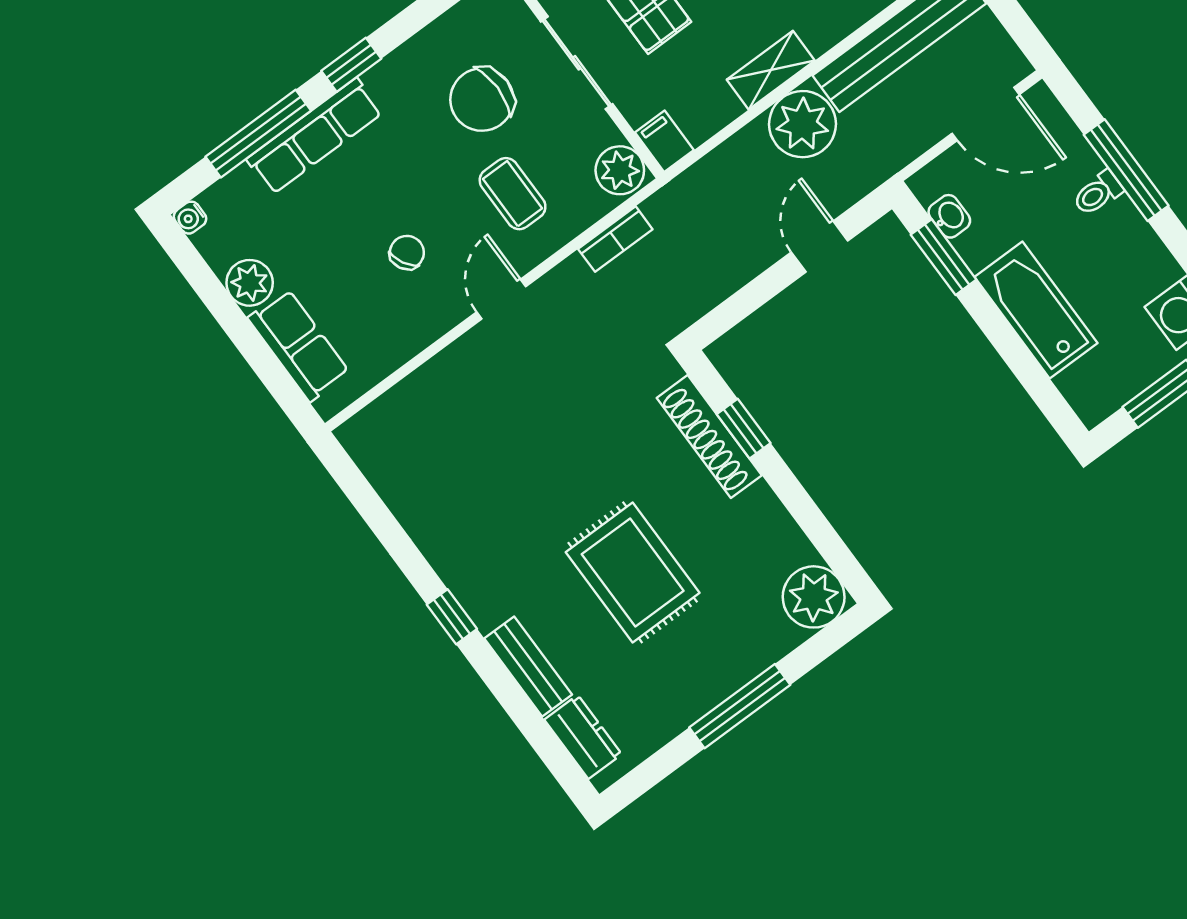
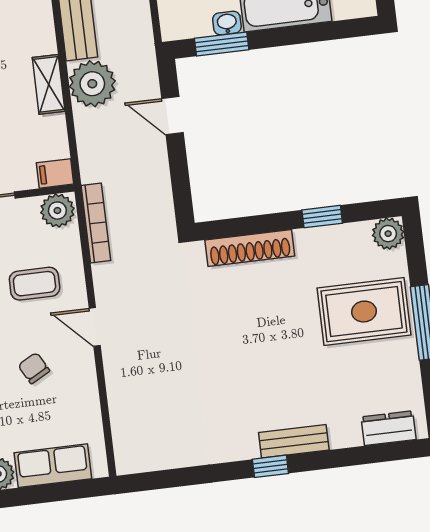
washbasin: (949, 216) -> (227, 23), moved
bookcase: (615, 239) -> (96, 223), width x1.56
window: (744, 429) -> (322, 217), moved
rug: (633, 572) -> (364, 312), moved
plant: (814, 597) -> (388, 234), width x0.73, depth x0.73
bench: (528, 667) -> (294, 441), moved

